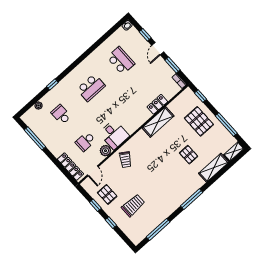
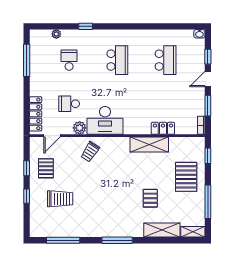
school desk: (91, 88) -> (117, 60), turned -90
desk: (114, 135) -> (105, 120), width x1.37

